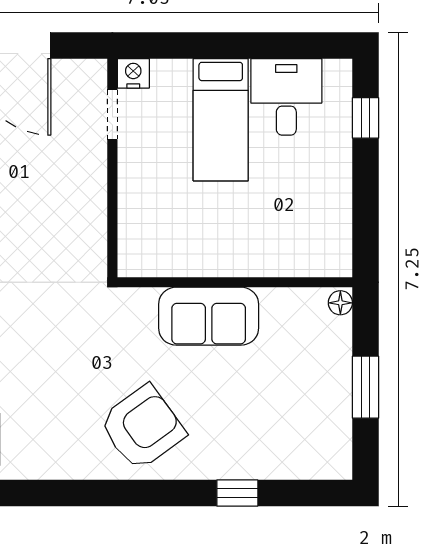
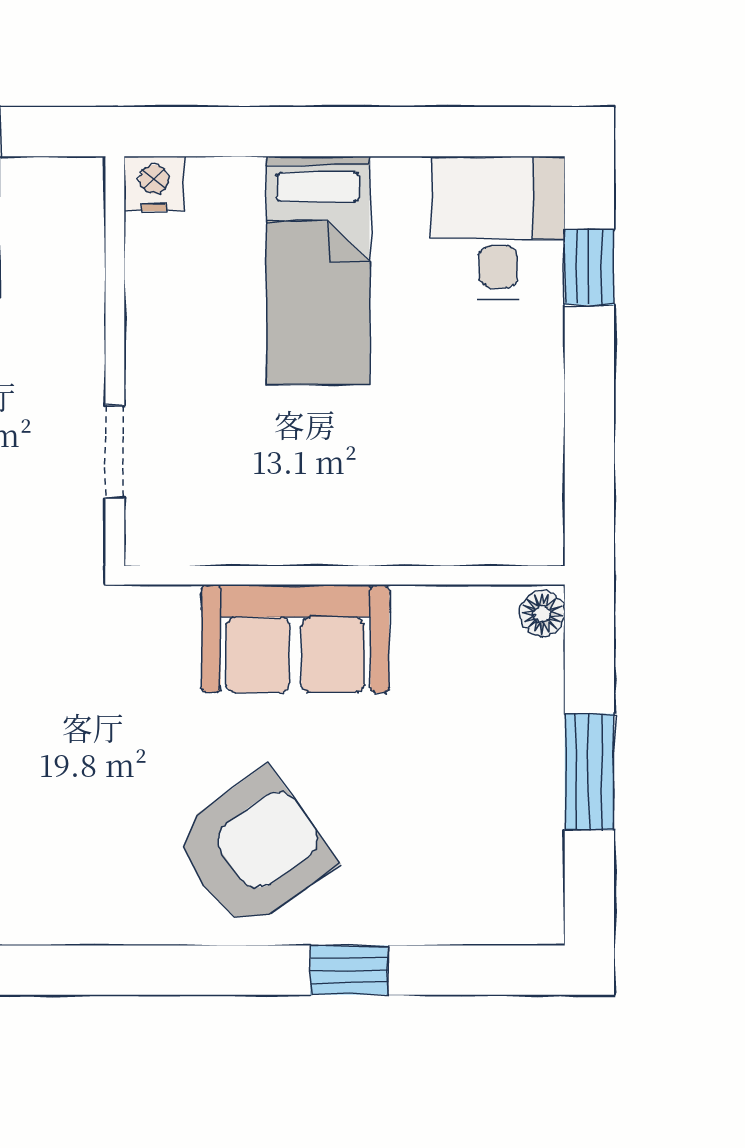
desk: (286, 97) -> (498, 228), moved
doorway: (112, 115) -> (115, 452), moved
armchair: (142, 428) -> (254, 850), moved

